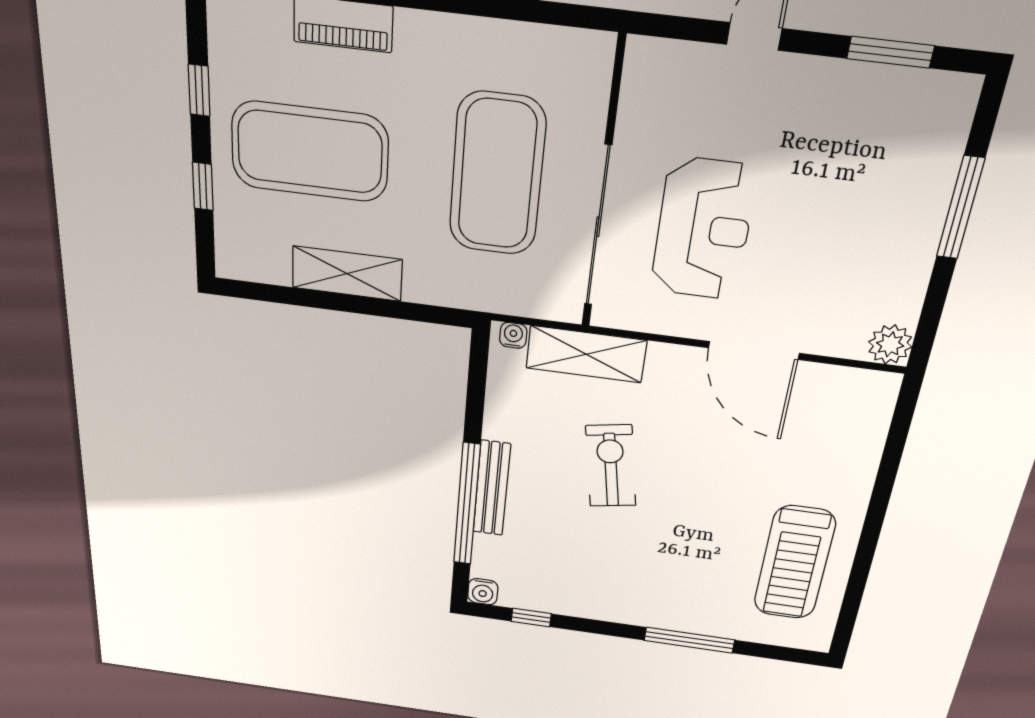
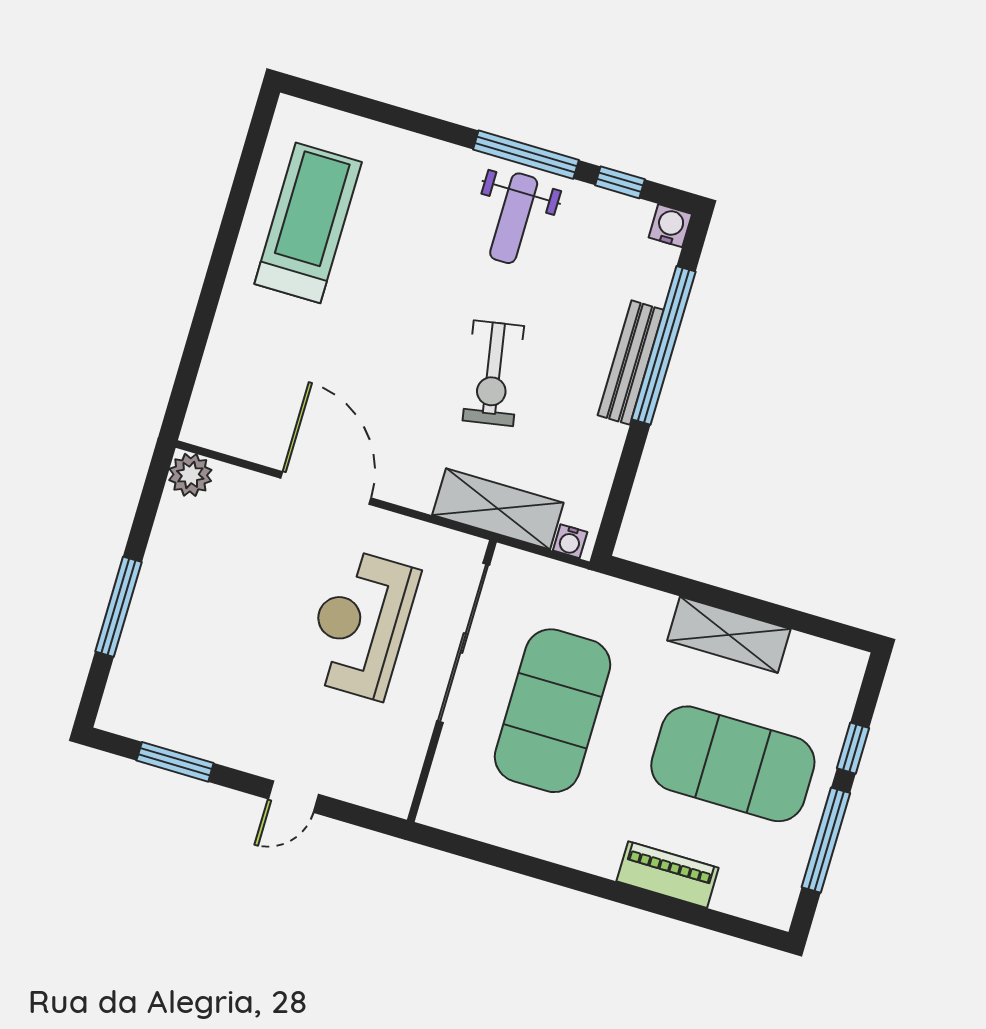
window: (199, 90) -> (826, 840), width x2.17
weight bench: (615, 584) -> (514, 218), added
window: (689, 640) -> (526, 155), moved

